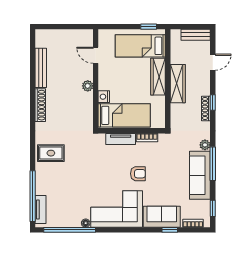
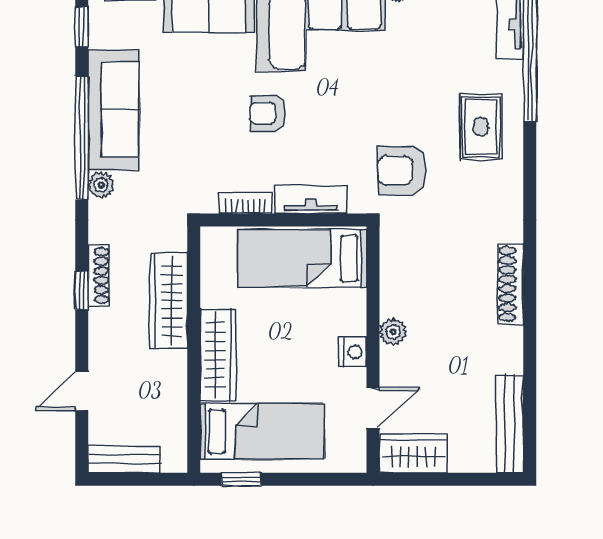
wardrobe: (79, 37) -> (413, 453), added
door: (96, 55) -> (373, 408), hinge flipped
bench: (41, 68) -> (510, 424), moved
wardrobe: (178, 84) -> (169, 301), moved
nightstand: (104, 97) -> (353, 352), moved
armchair: (84, 151) -> (402, 171), added
rug: (51, 153) -> (481, 127), moved, turned 90
window: (213, 164) -> (82, 138), width x1.46

